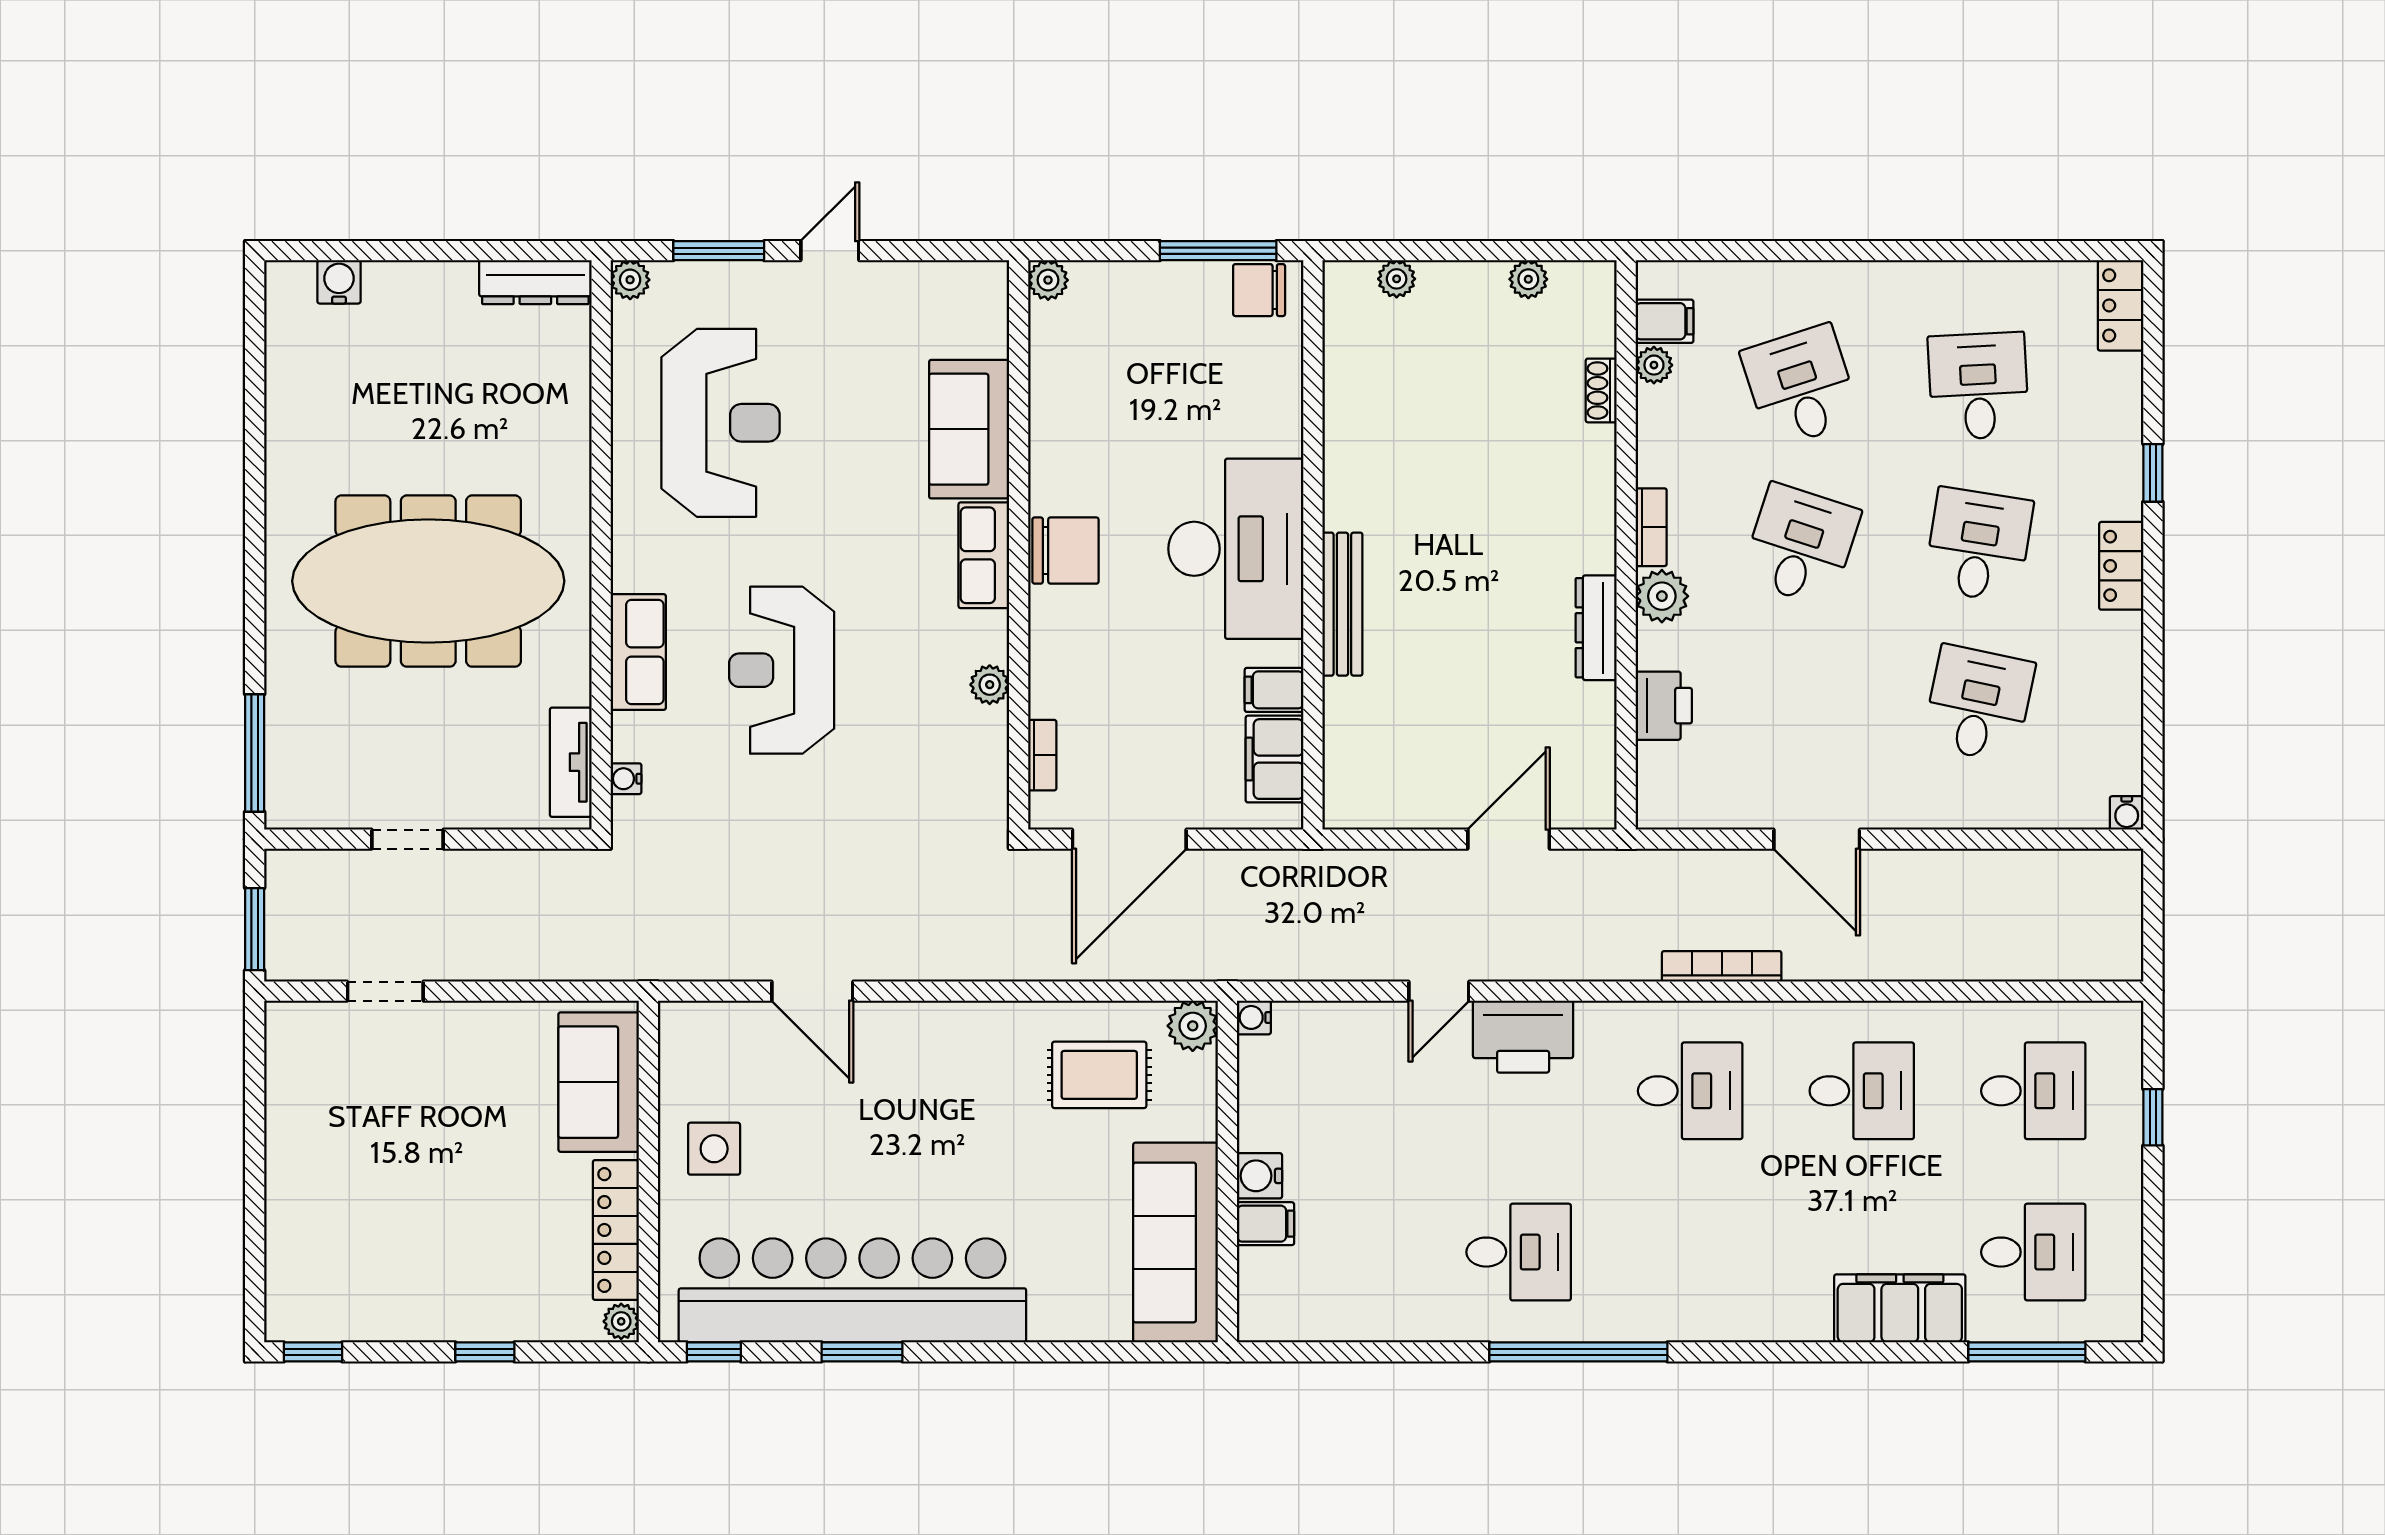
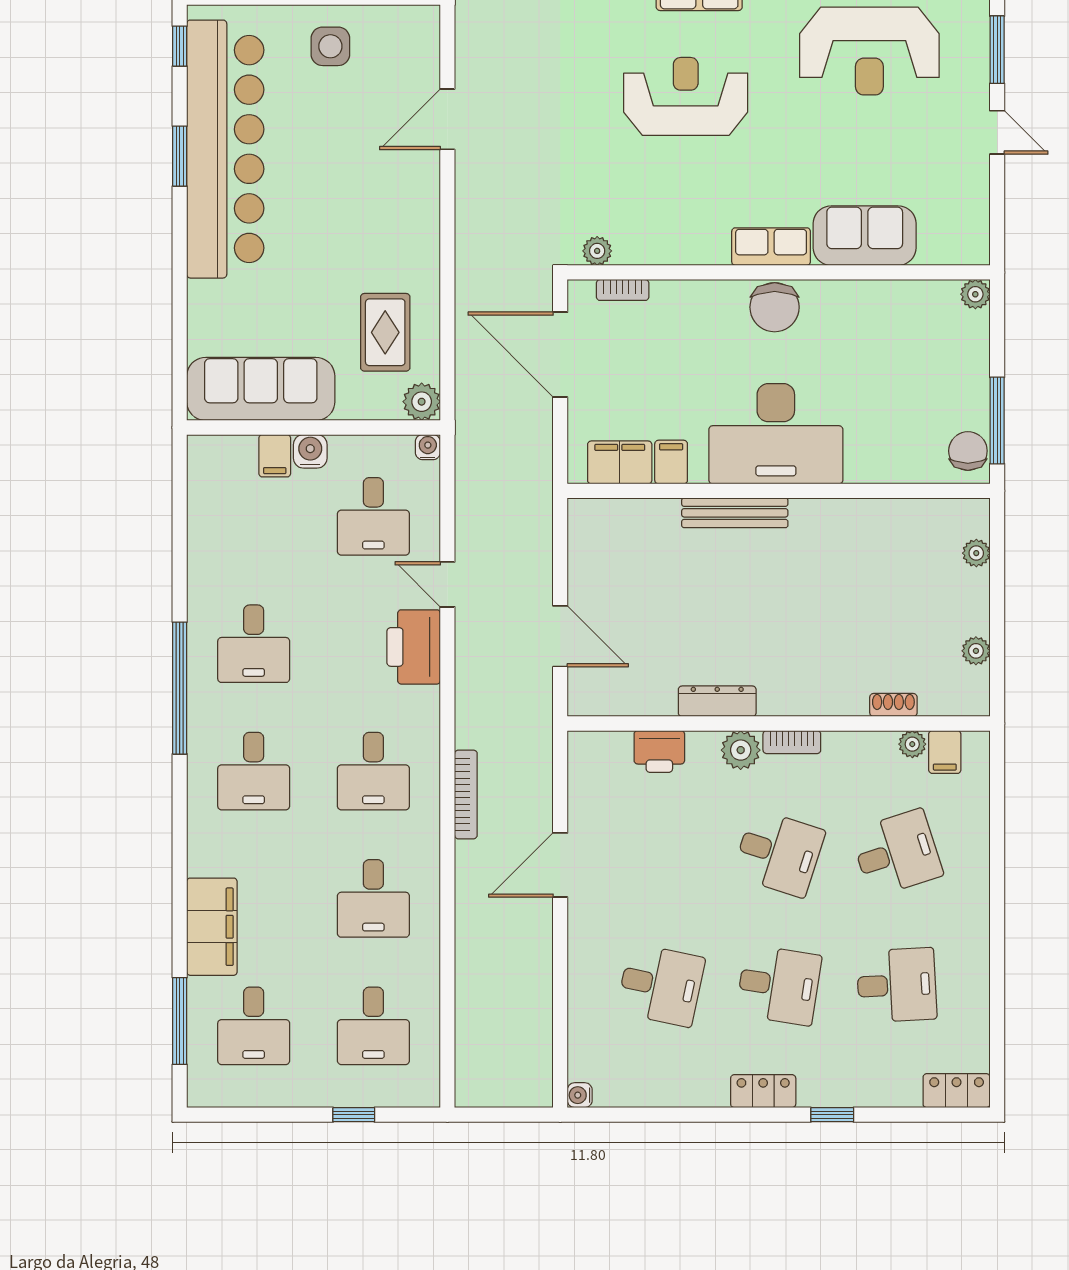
plant: (990, 685) -> (597, 251), moved
desk: (1347, 1091) -> (373, 516), added
desk: (1690, 1252) -> (254, 771), added

